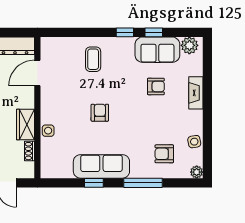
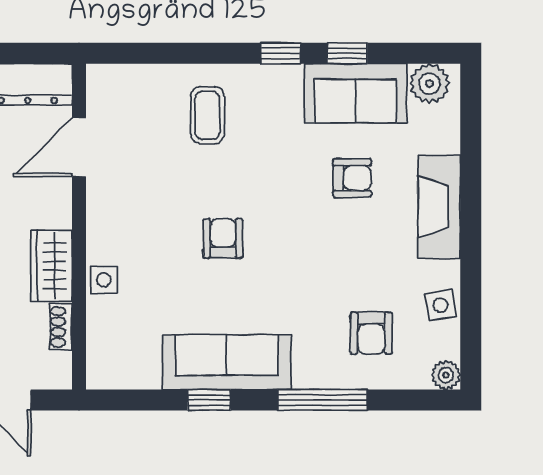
fireplace: (196, 93) -> (439, 207), width x1.37, depth x1.32
armchair: (164, 154) -> (371, 333), turned -90

